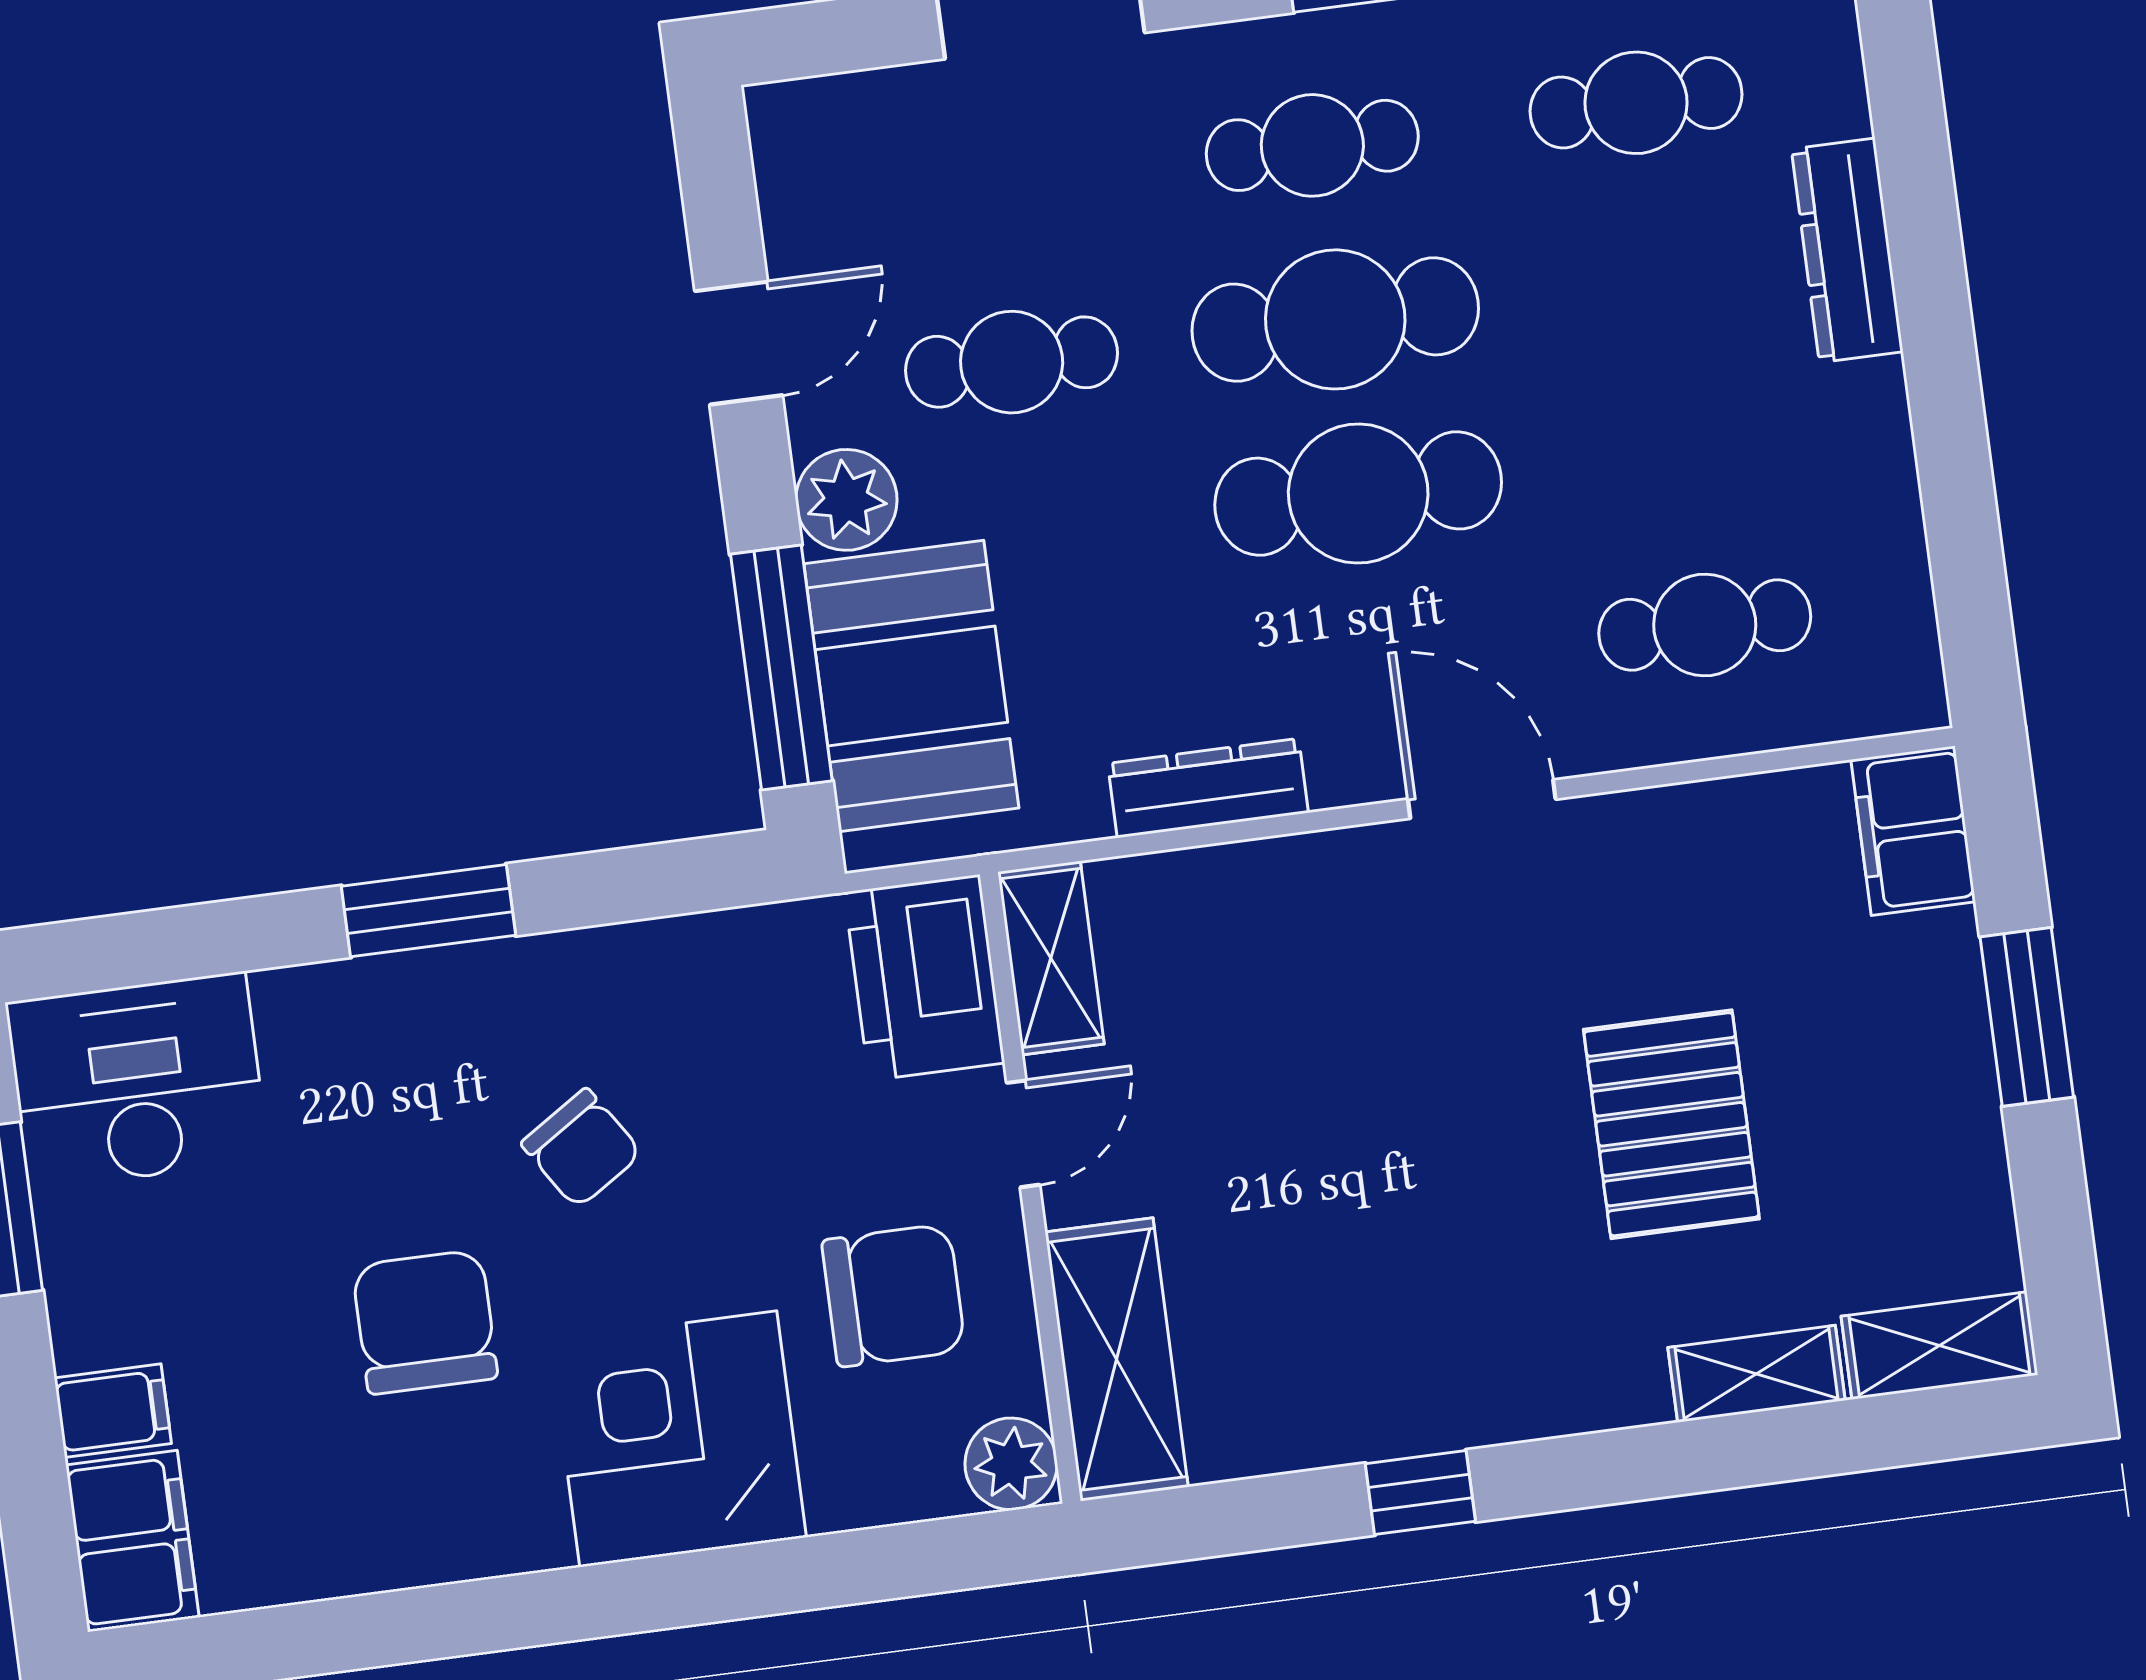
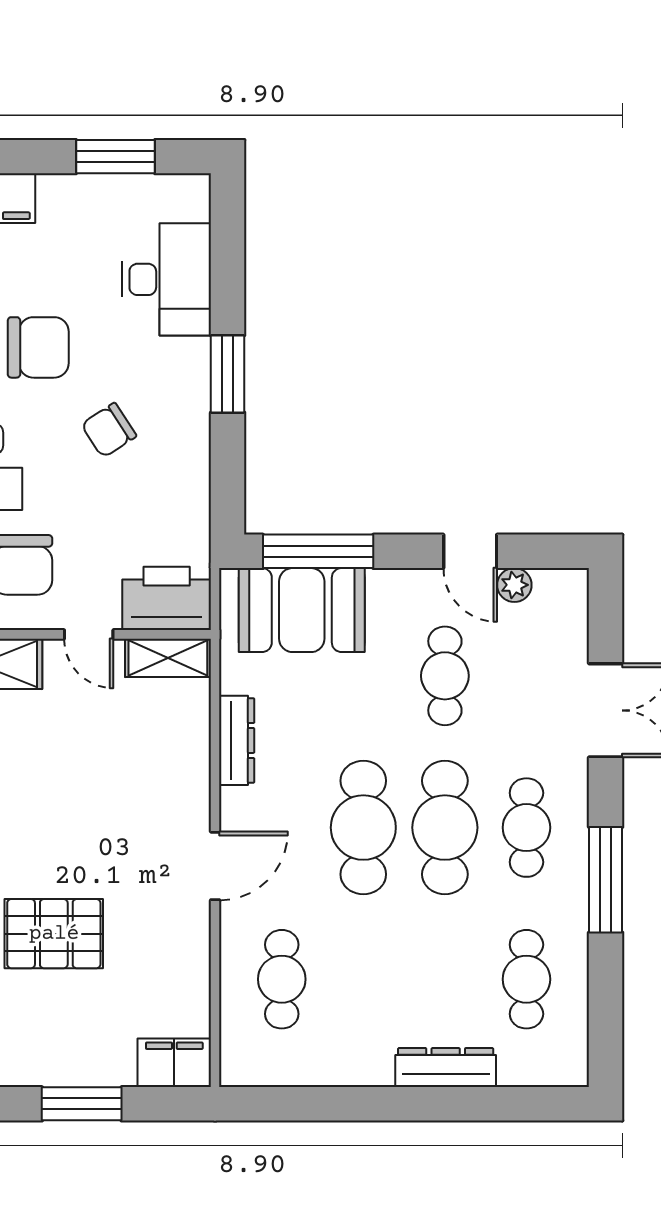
plant: (846, 500) -> (514, 585), moved, width x0.73, depth x0.73
desk: (137, 1081) -> (167, 279), moved

